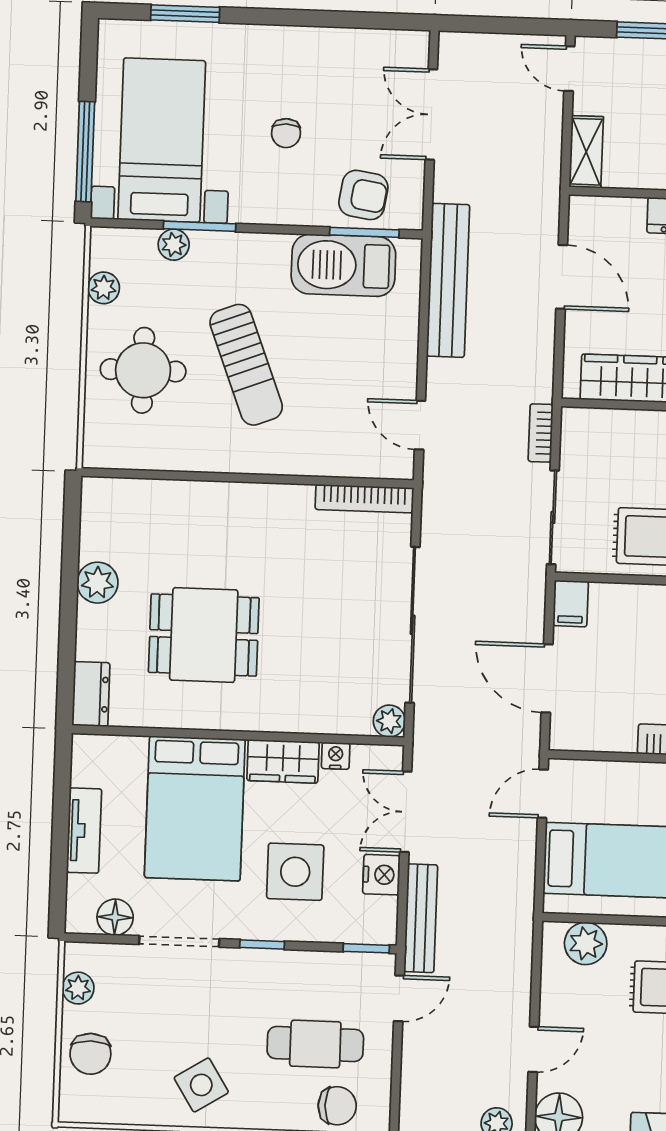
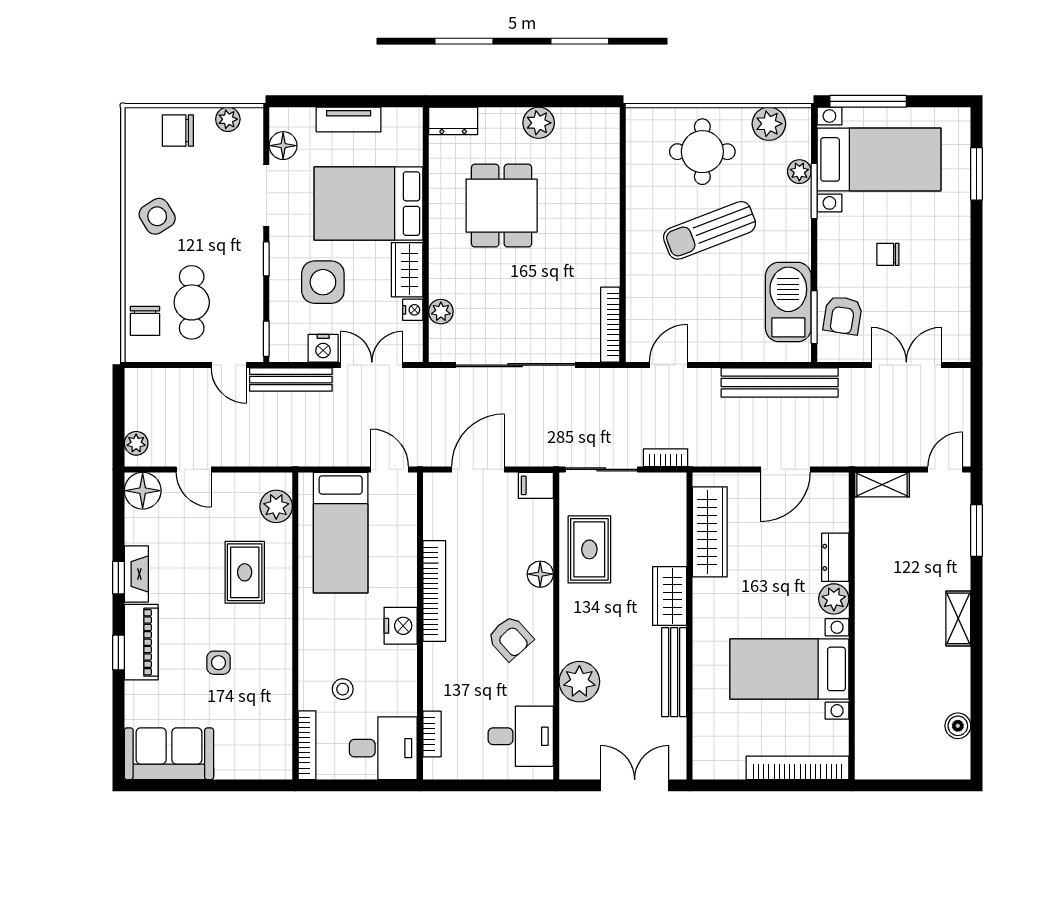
plant: (104, 288) -> (769, 124), width x1.38, depth x1.38
plant: (389, 721) -> (441, 312), moved

